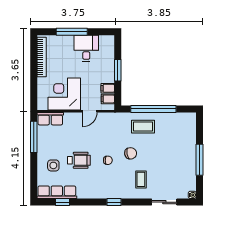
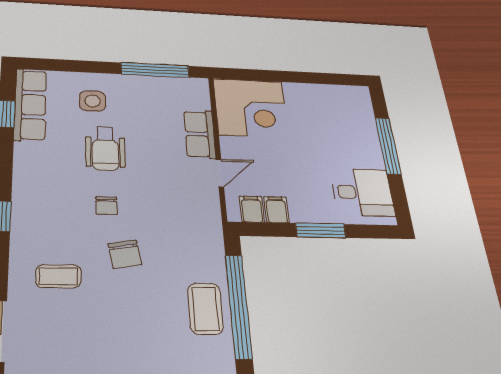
desk: (86, 48) -> (362, 192), moved
bookcase: (42, 57) -> (326, 92), removed
corner desk: (64, 94) -> (251, 108), moved, turned 90
door: (90, 111) -> (220, 173), swing flipped
row of seats: (50, 119) -> (200, 134), moved
coffee table: (143, 127) -> (205, 309), moved

